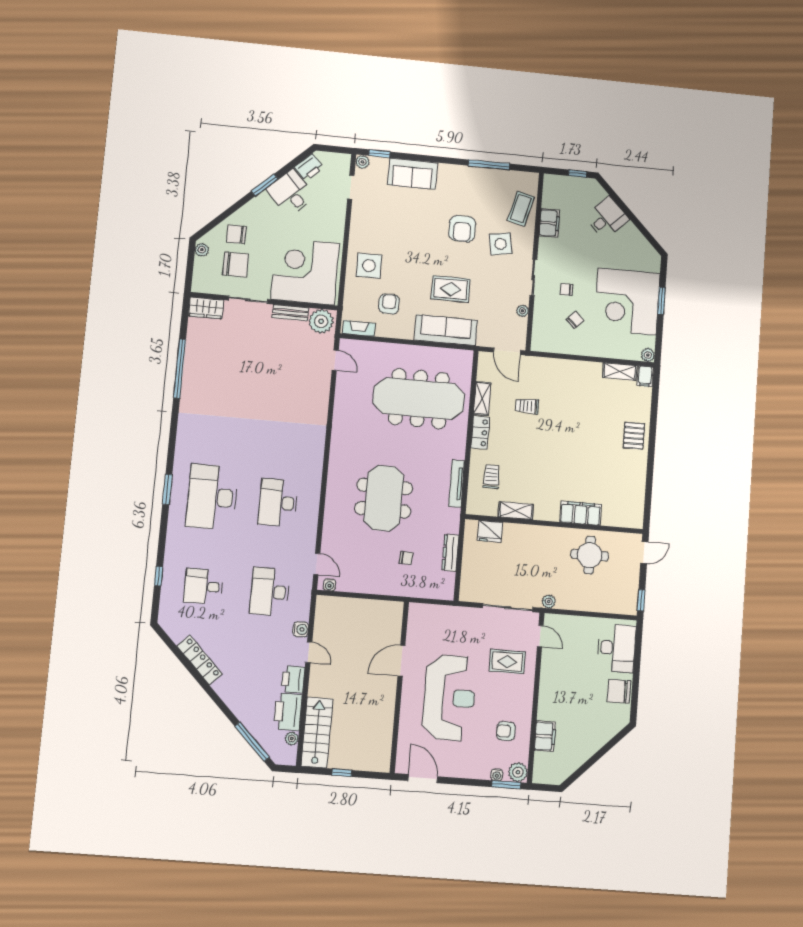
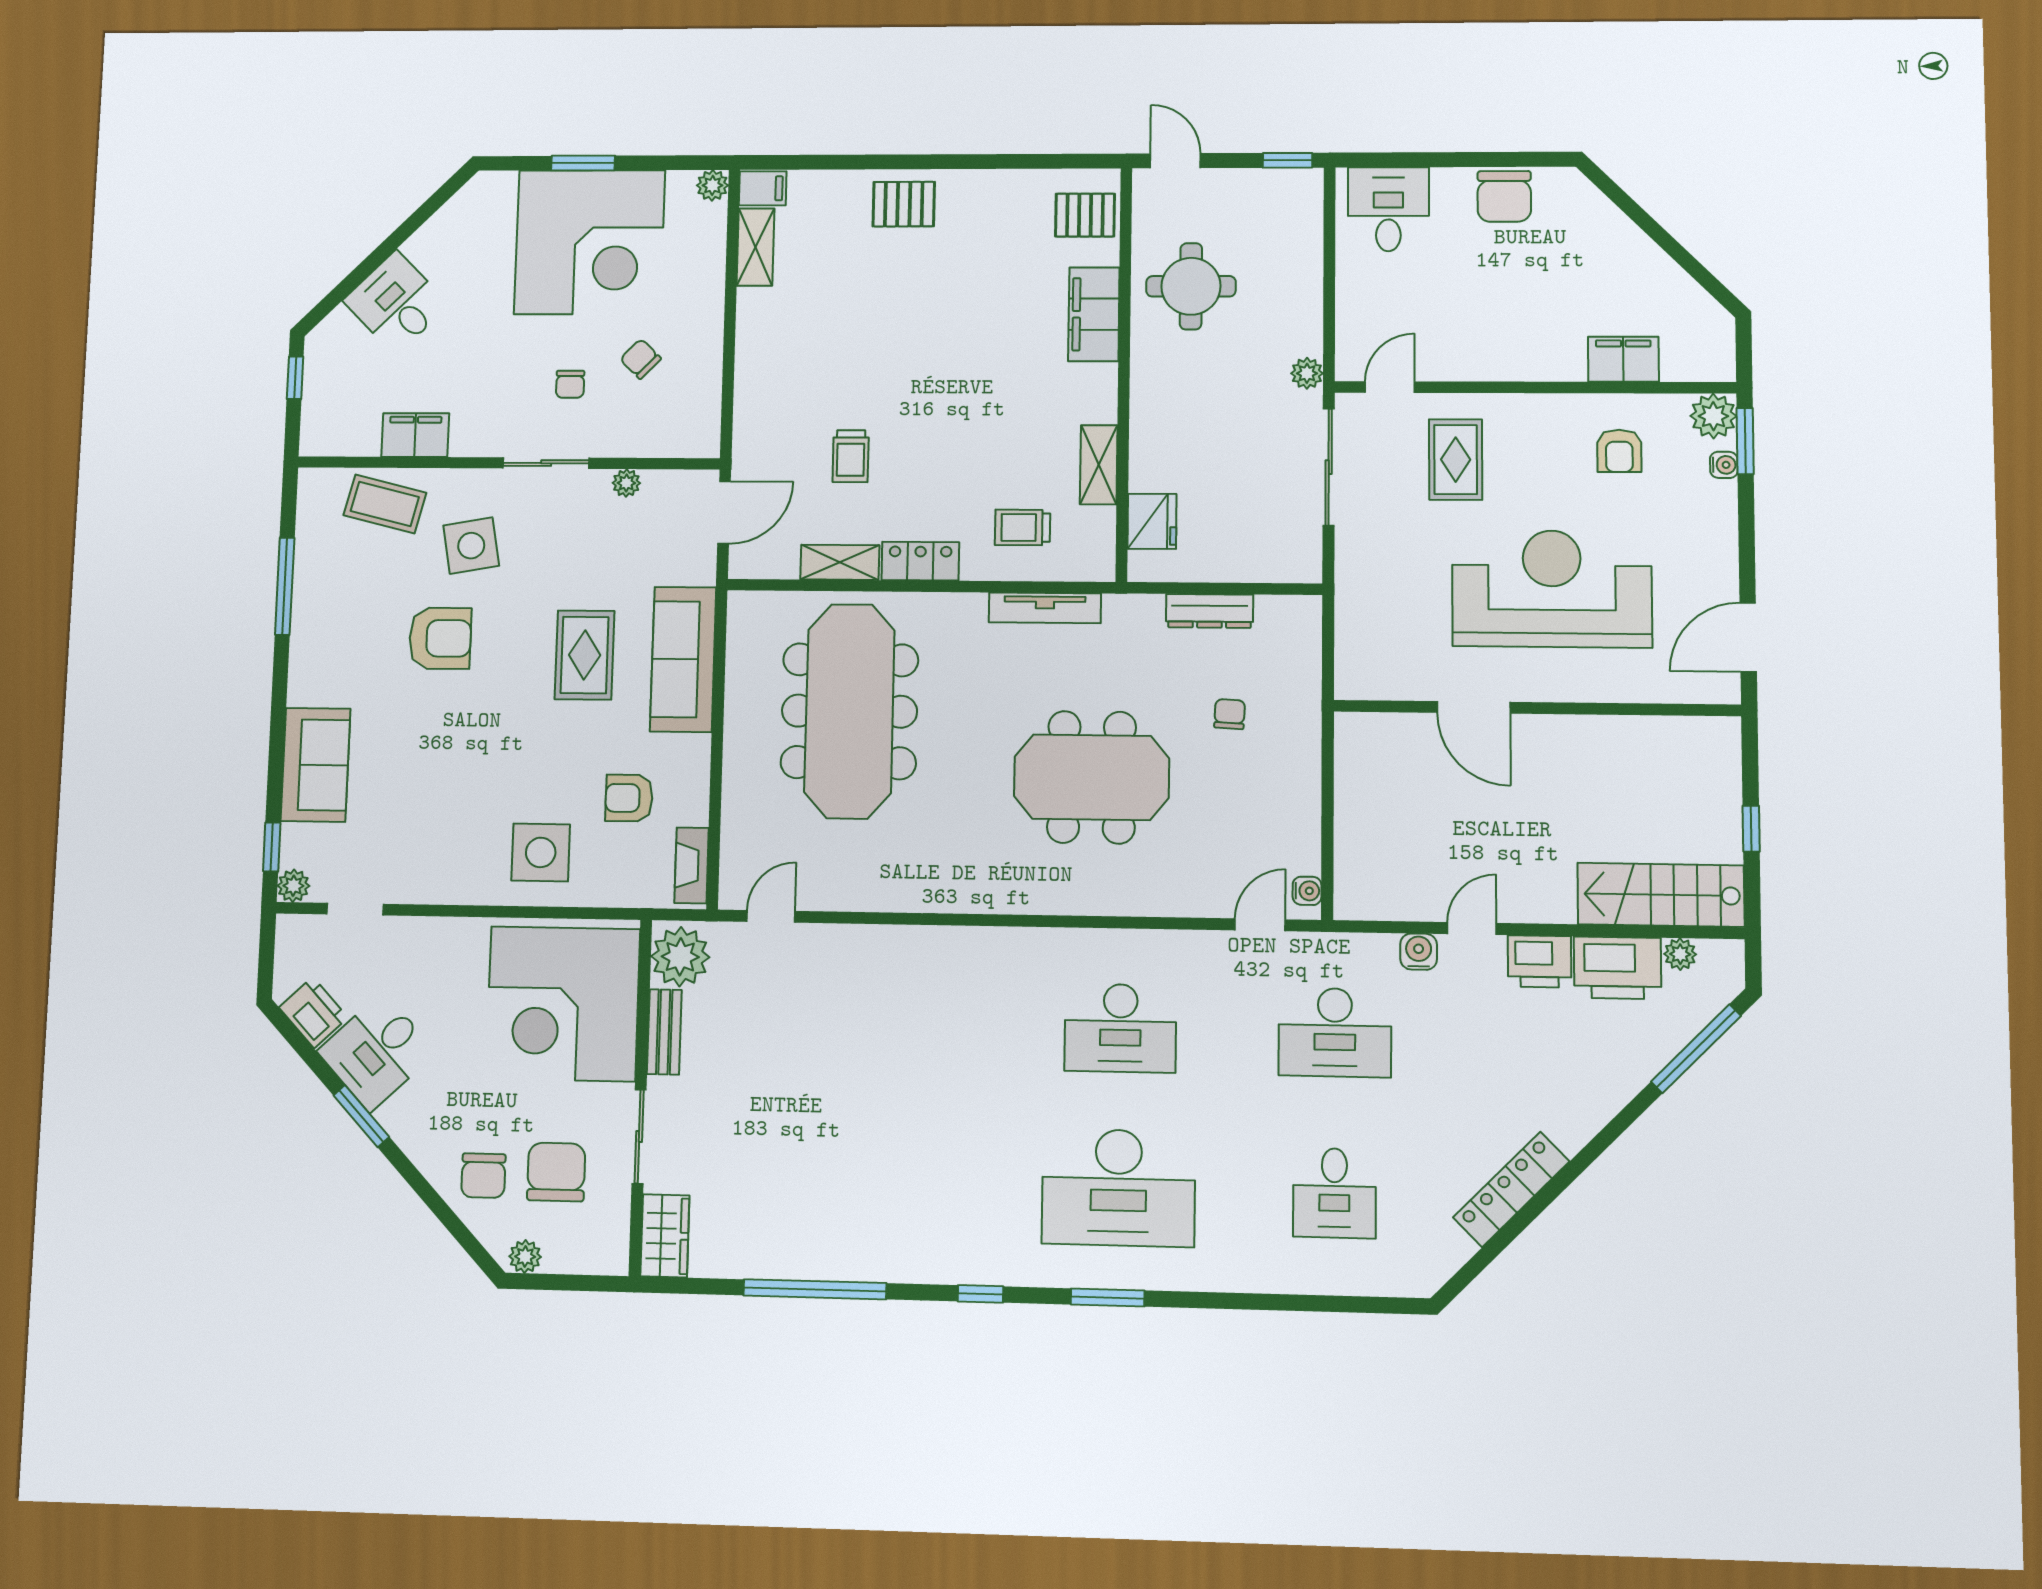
pallet: (624, 512) -> (1085, 215), added
window: (159, 576) -> (980, 1294), moved
desk: (616, 648) -> (1388, 209), width x0.73

